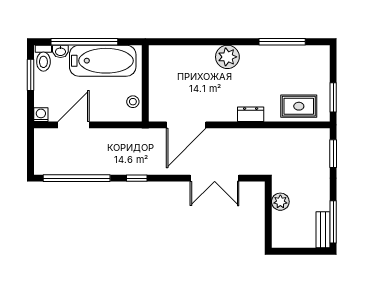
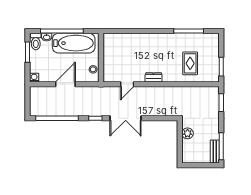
plant: (227, 57) -> (154, 41), removed
rug: (299, 106) -> (190, 63), moved, turned 90
dresser: (251, 114) -> (154, 77), moved
door: (74, 125) -> (65, 84), moved
door: (186, 125) -> (127, 84), width x0.53
double door: (215, 178) -> (126, 118), moved

